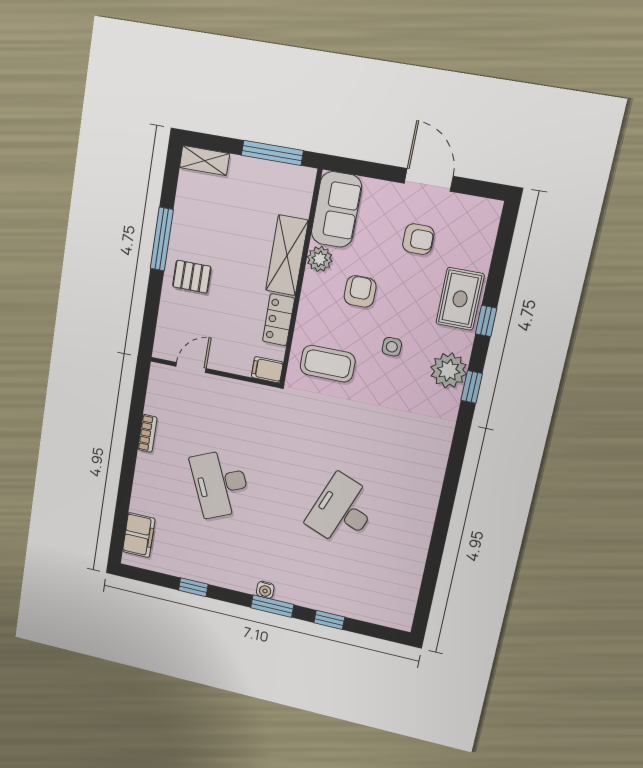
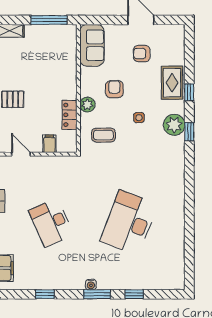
armchair: (418, 239) -> (142, 54), turned 180
shelving: (287, 255) -> (68, 76), removed
plant: (320, 259) -> (87, 105), moved
coffee table: (328, 364) -> (103, 135), width x0.73, depth x0.77
door: (191, 367) -> (21, 154), hinge flipped
filing cabinet: (267, 370) -> (49, 144), moved, turned 90
desk: (342, 511) -> (129, 223), width x1.36, depth x1.30

